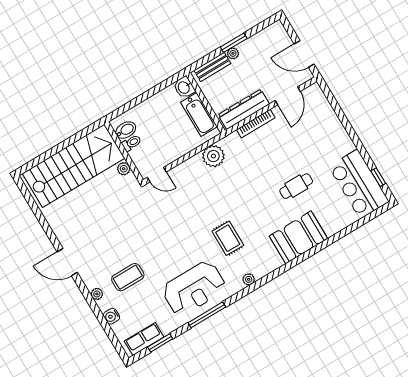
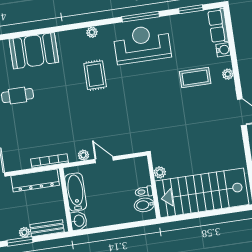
bookcase: (256, 124) -> (49, 161), moved
plant: (213, 156) -> (83, 155), width x0.53, depth x0.53
door: (157, 175) -> (104, 160), moved
row of seats: (144, 339) -> (218, 26), moved, turned 90

